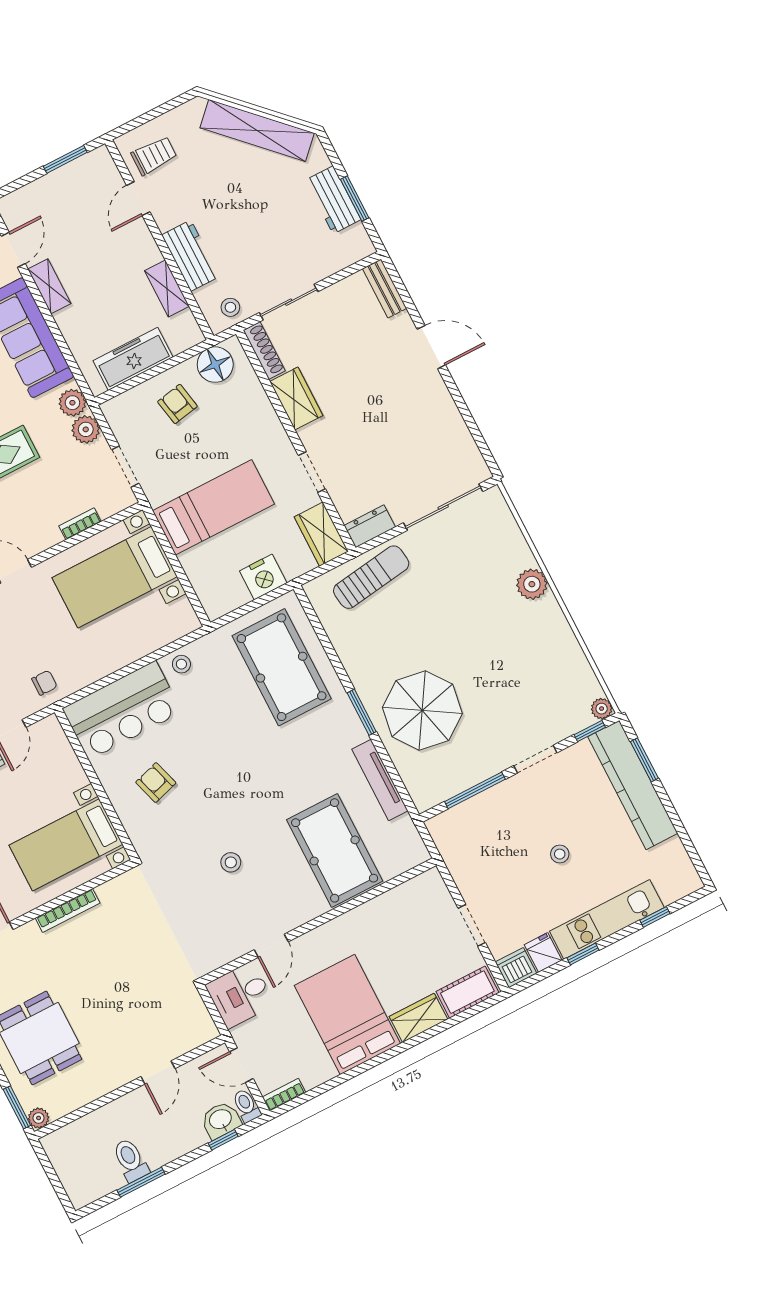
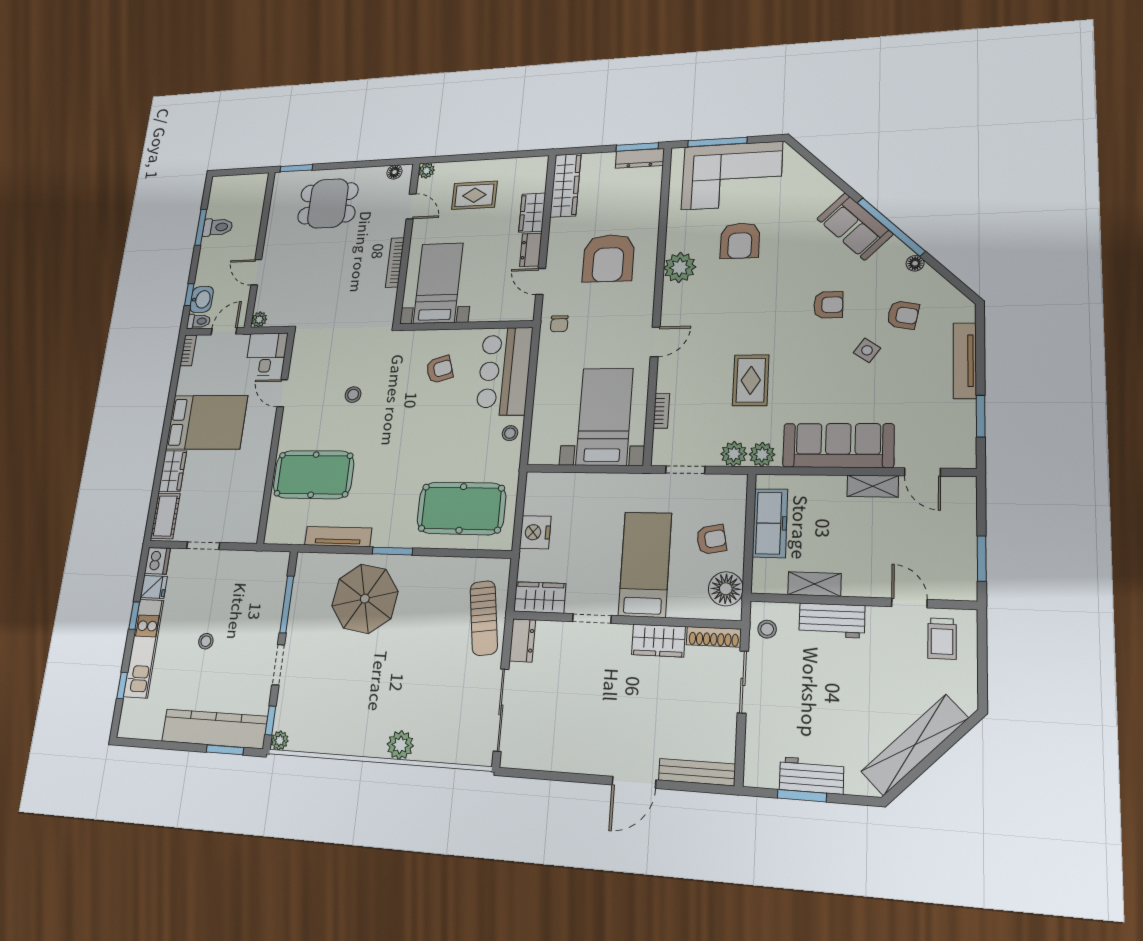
bench: (385, 288) -> (697, 772), width x1.36
bed: (213, 507) -> (645, 564), moved, turned 180
plant: (39, 1118) -> (259, 319), moved

